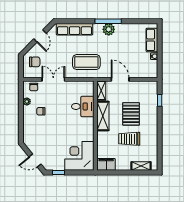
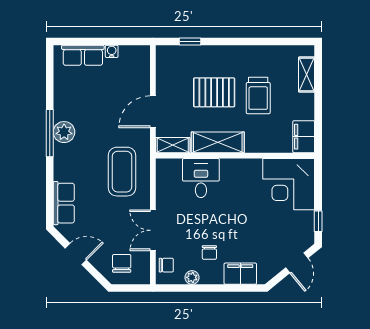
row of seats: (75, 29) -> (64, 203), width x0.68
filing cabinet: (29, 129) -> (240, 274), added

